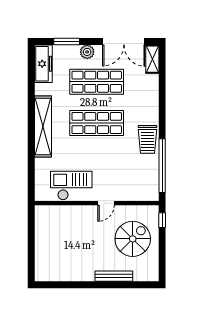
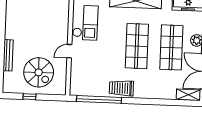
door: (106, 203) -> (69, 51), hinge flipped
window: (162, 220) -> (30, 97), moved

